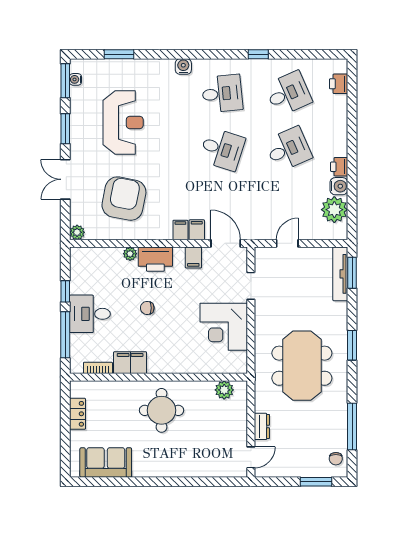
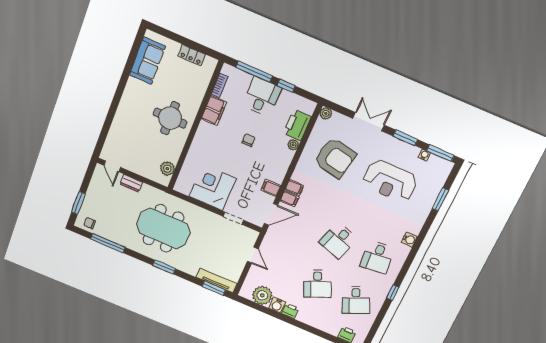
water cooler: (75, 79) -> (424, 155), moved
printer: (155, 259) -> (297, 125), moved

